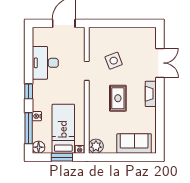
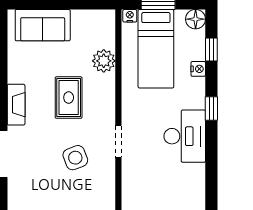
desk: (45, 63) -> (185, 136), moved
window: (29, 128) -> (211, 49), width x0.46
plant: (96, 146) -> (104, 61), moved

